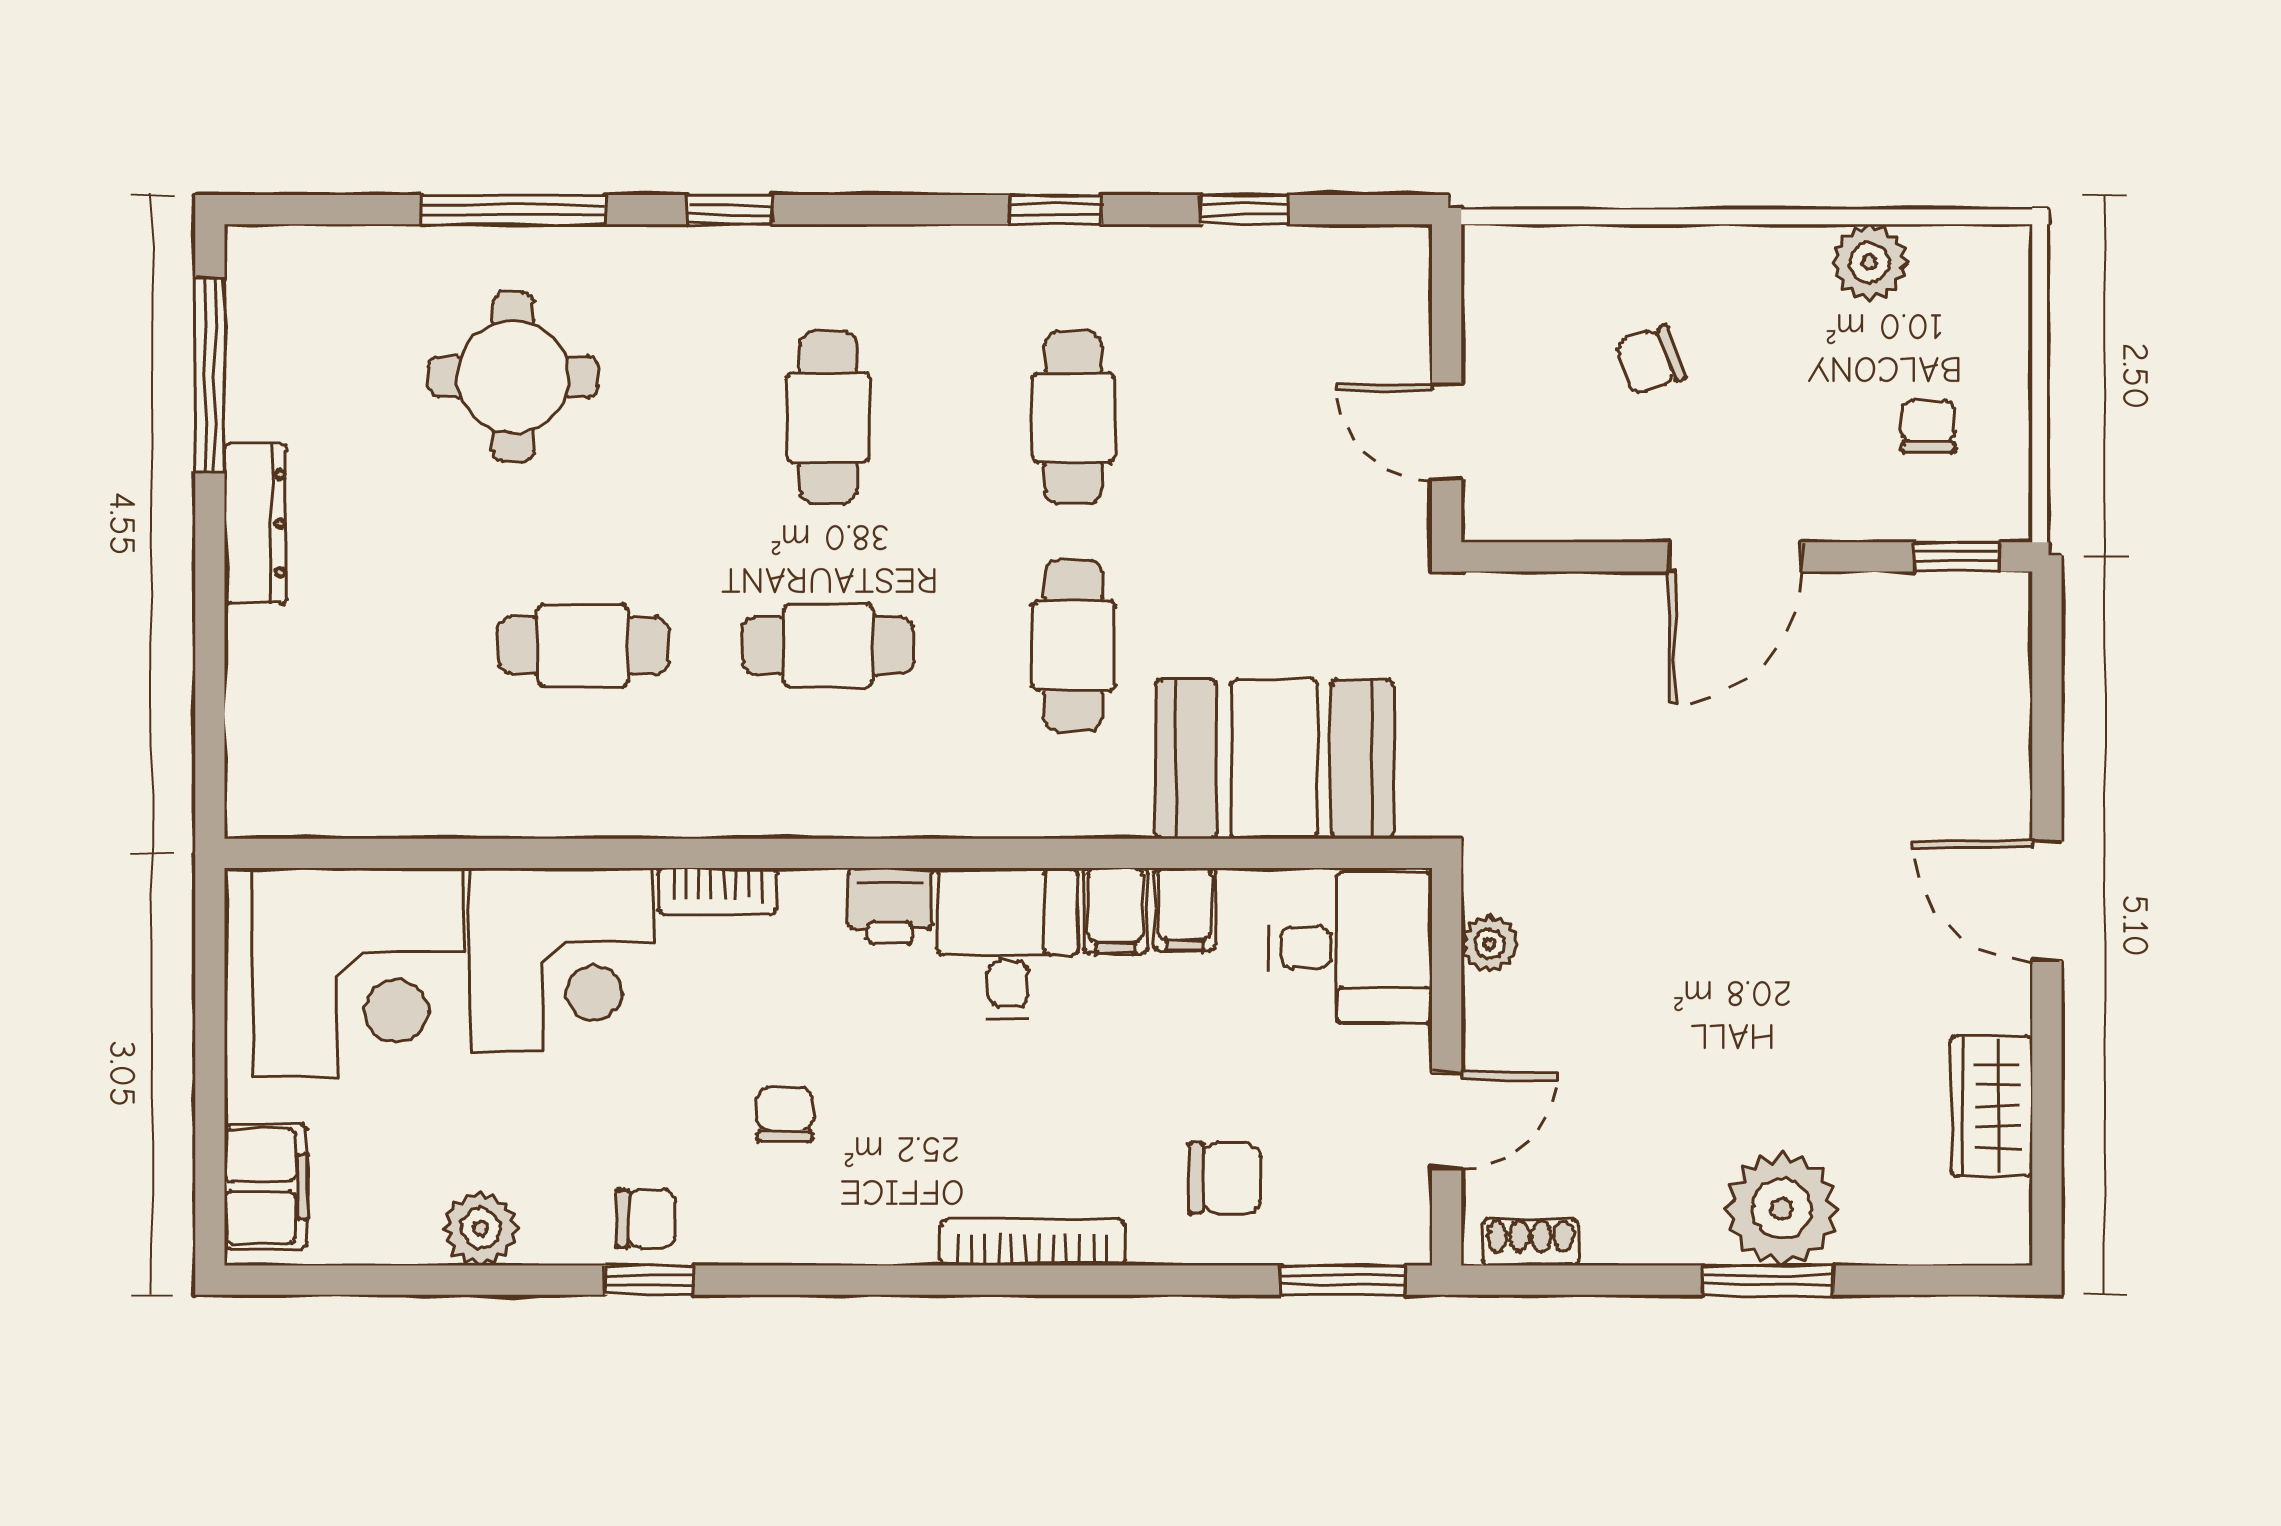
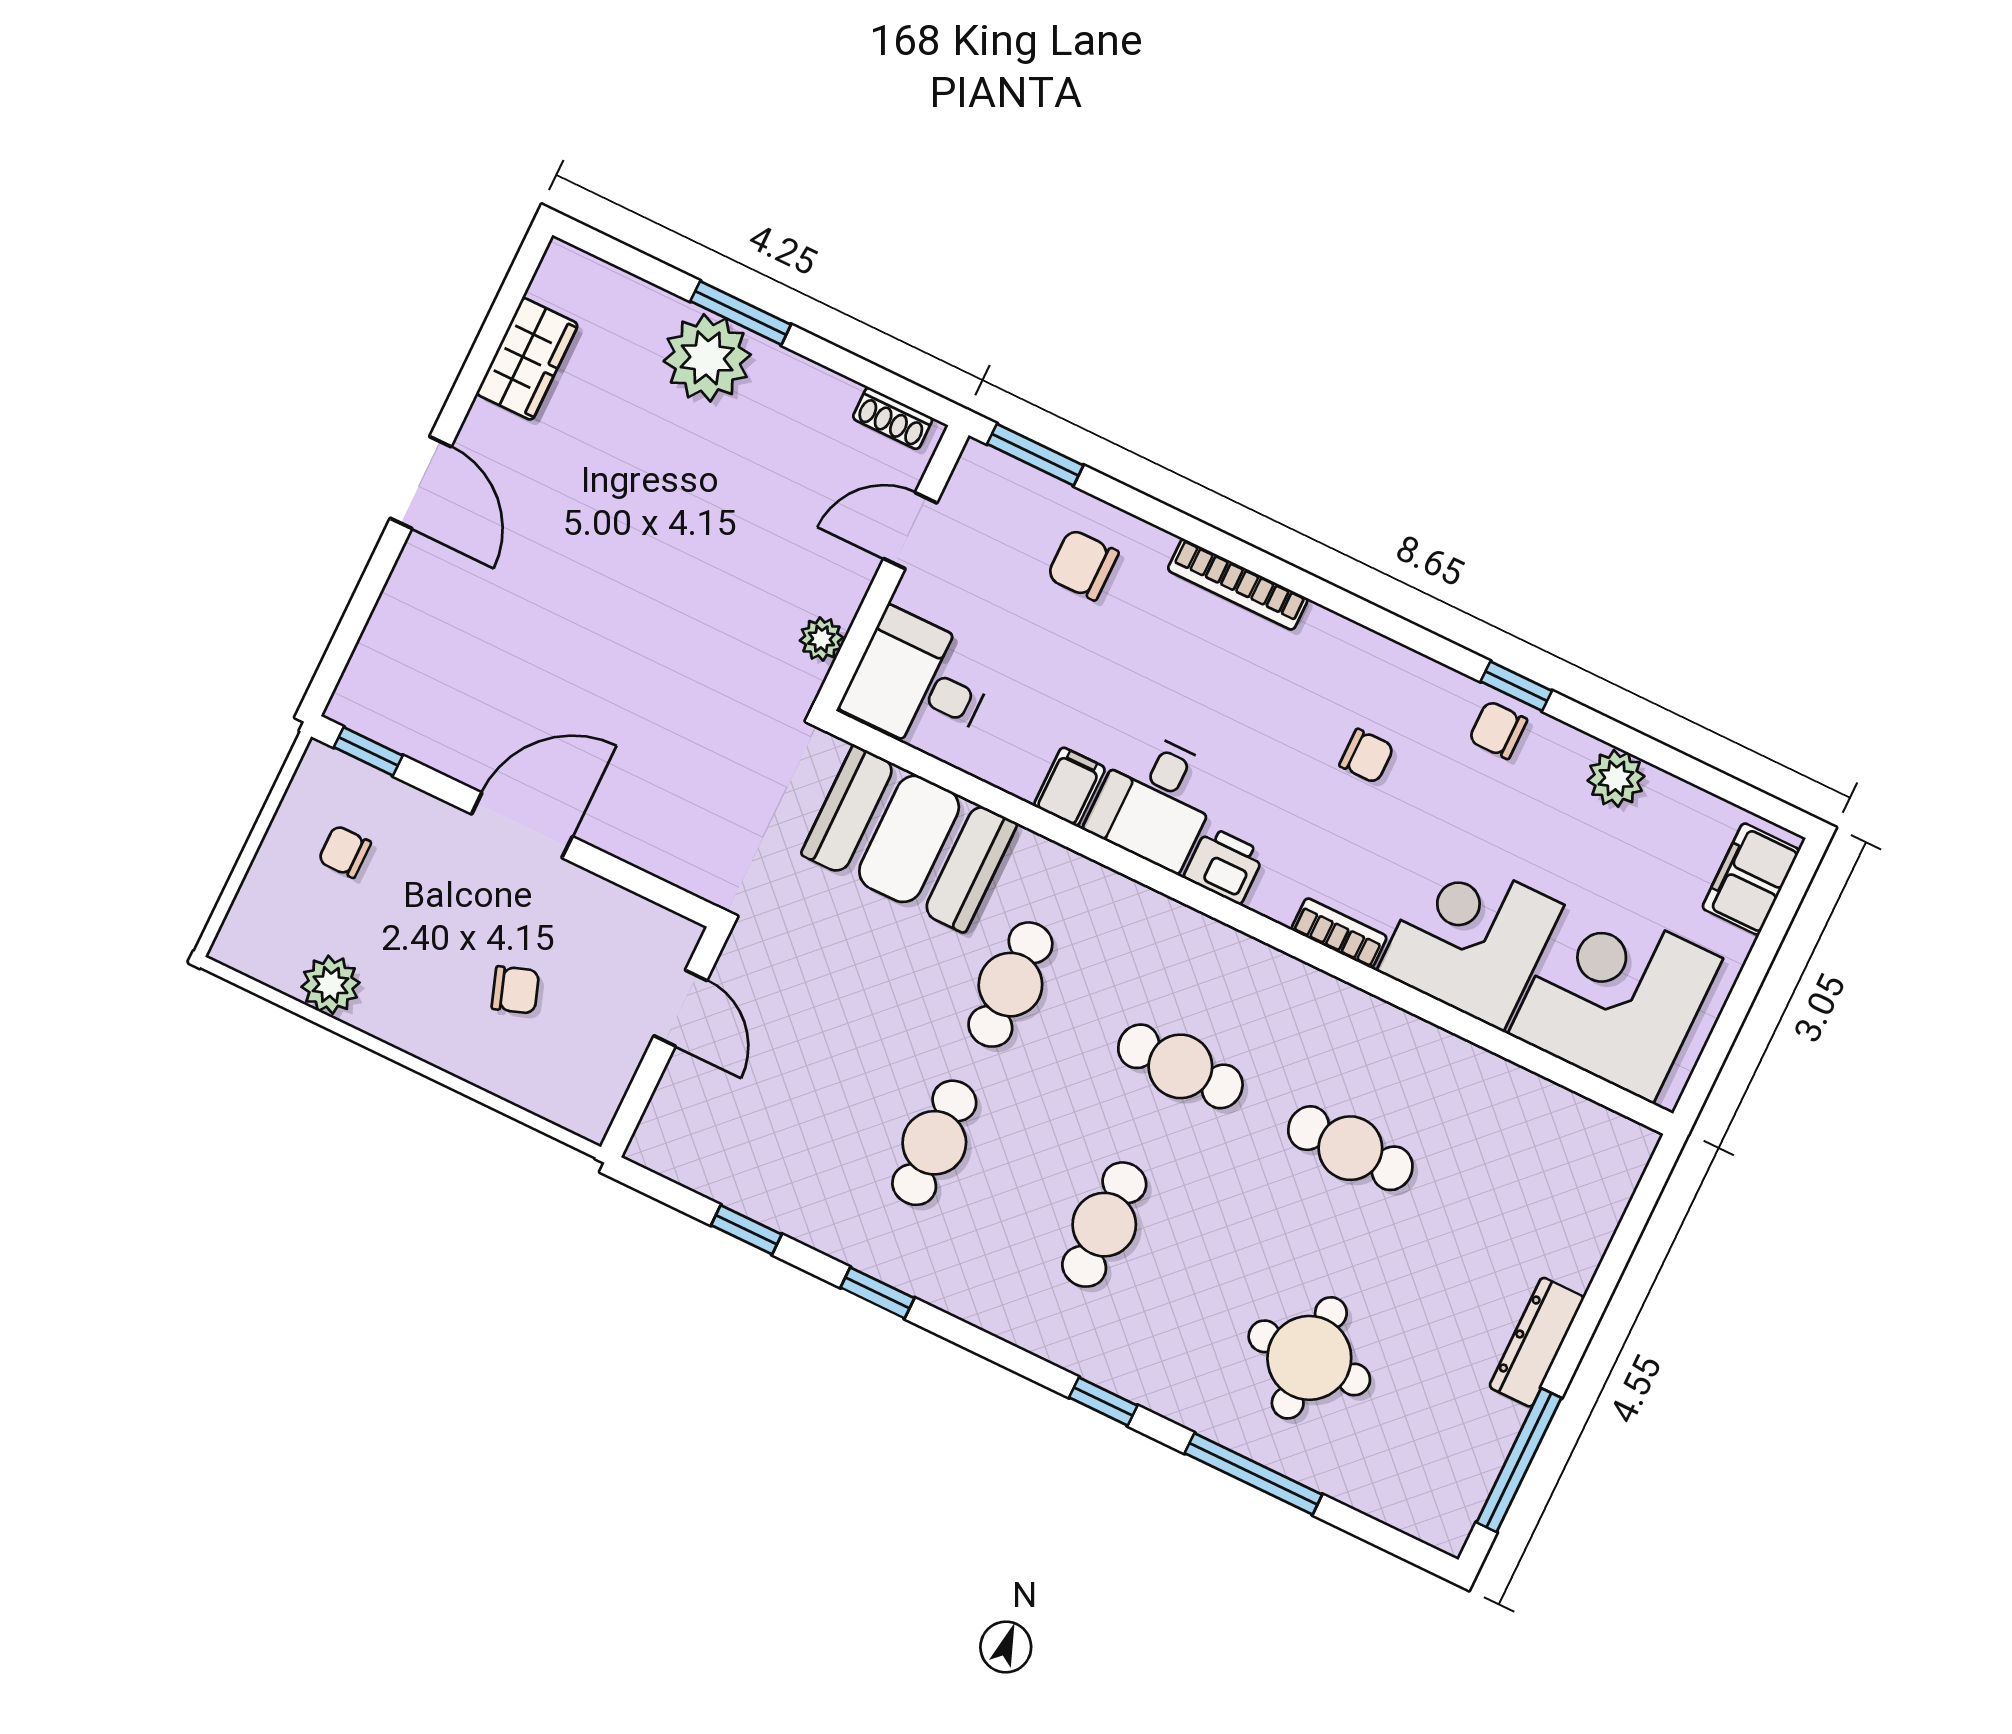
chair: (1928, 426) -> (345, 852), turned 90
filing cabinet: (1185, 909) -> (1021, 765), removed
chair: (785, 1114) -> (1367, 756), turned -90

